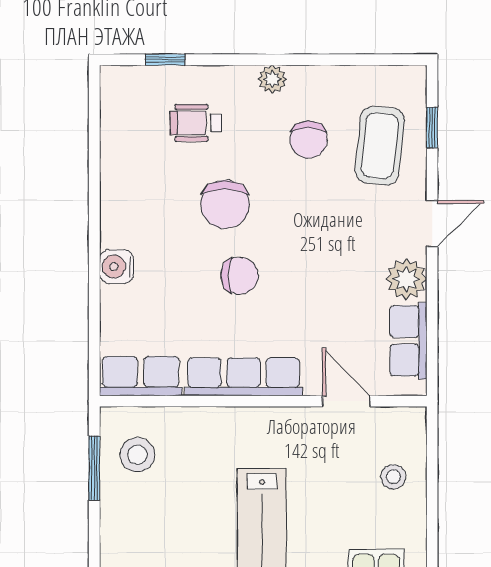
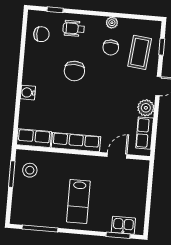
plant: (272, 79) -> (112, 23), moved
wheelchair: (196, 123) -> (74, 28), moved
chair: (239, 276) -> (41, 34), moved
door: (346, 401) -> (117, 156), hinge flipped
stool: (393, 477) -> (134, 188), removed

